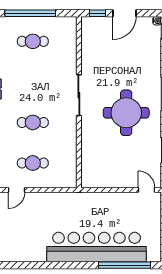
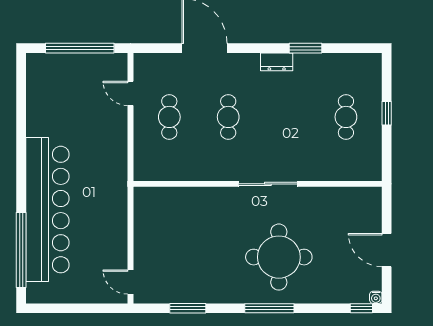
window: (30, 13) -> (387, 113), width x0.32
window: (98, 13) -> (387, 211), removed
round table: (126, 113) -> (279, 257), moved
door: (147, 190) -> (130, 282), swing flipped

